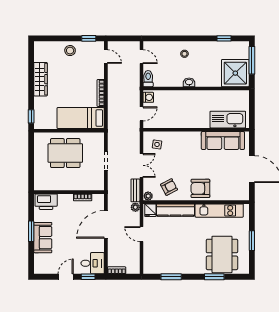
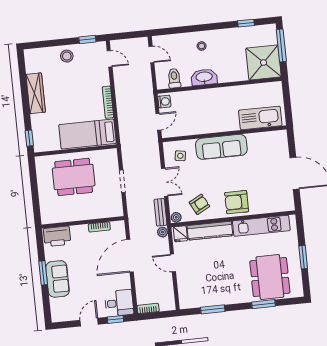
toilet: (148, 79) -> (174, 78), moved
washbasin: (189, 82) -> (204, 77), width x1.91, depth x1.45
sofa: (223, 140) -> (221, 147), moved

